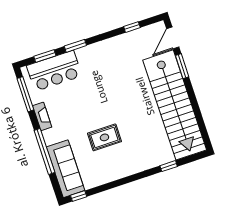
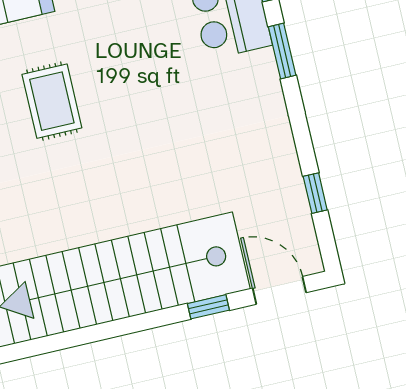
window: (182, 66) -> (208, 307), width x0.67

